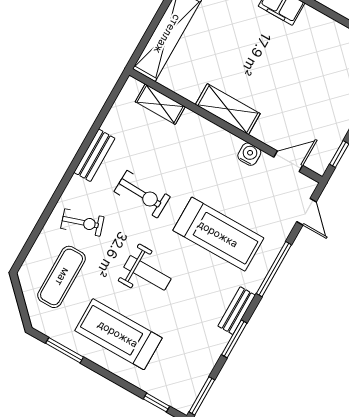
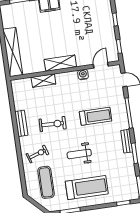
shelving: (160, 104) -> (43, 81), moved
treadmill: (218, 234) -> (96, 116), width x0.73, depth x0.73
weight bench: (147, 273) -> (79, 154), turned 180
treadmill: (118, 334) -> (87, 188), turned 180

